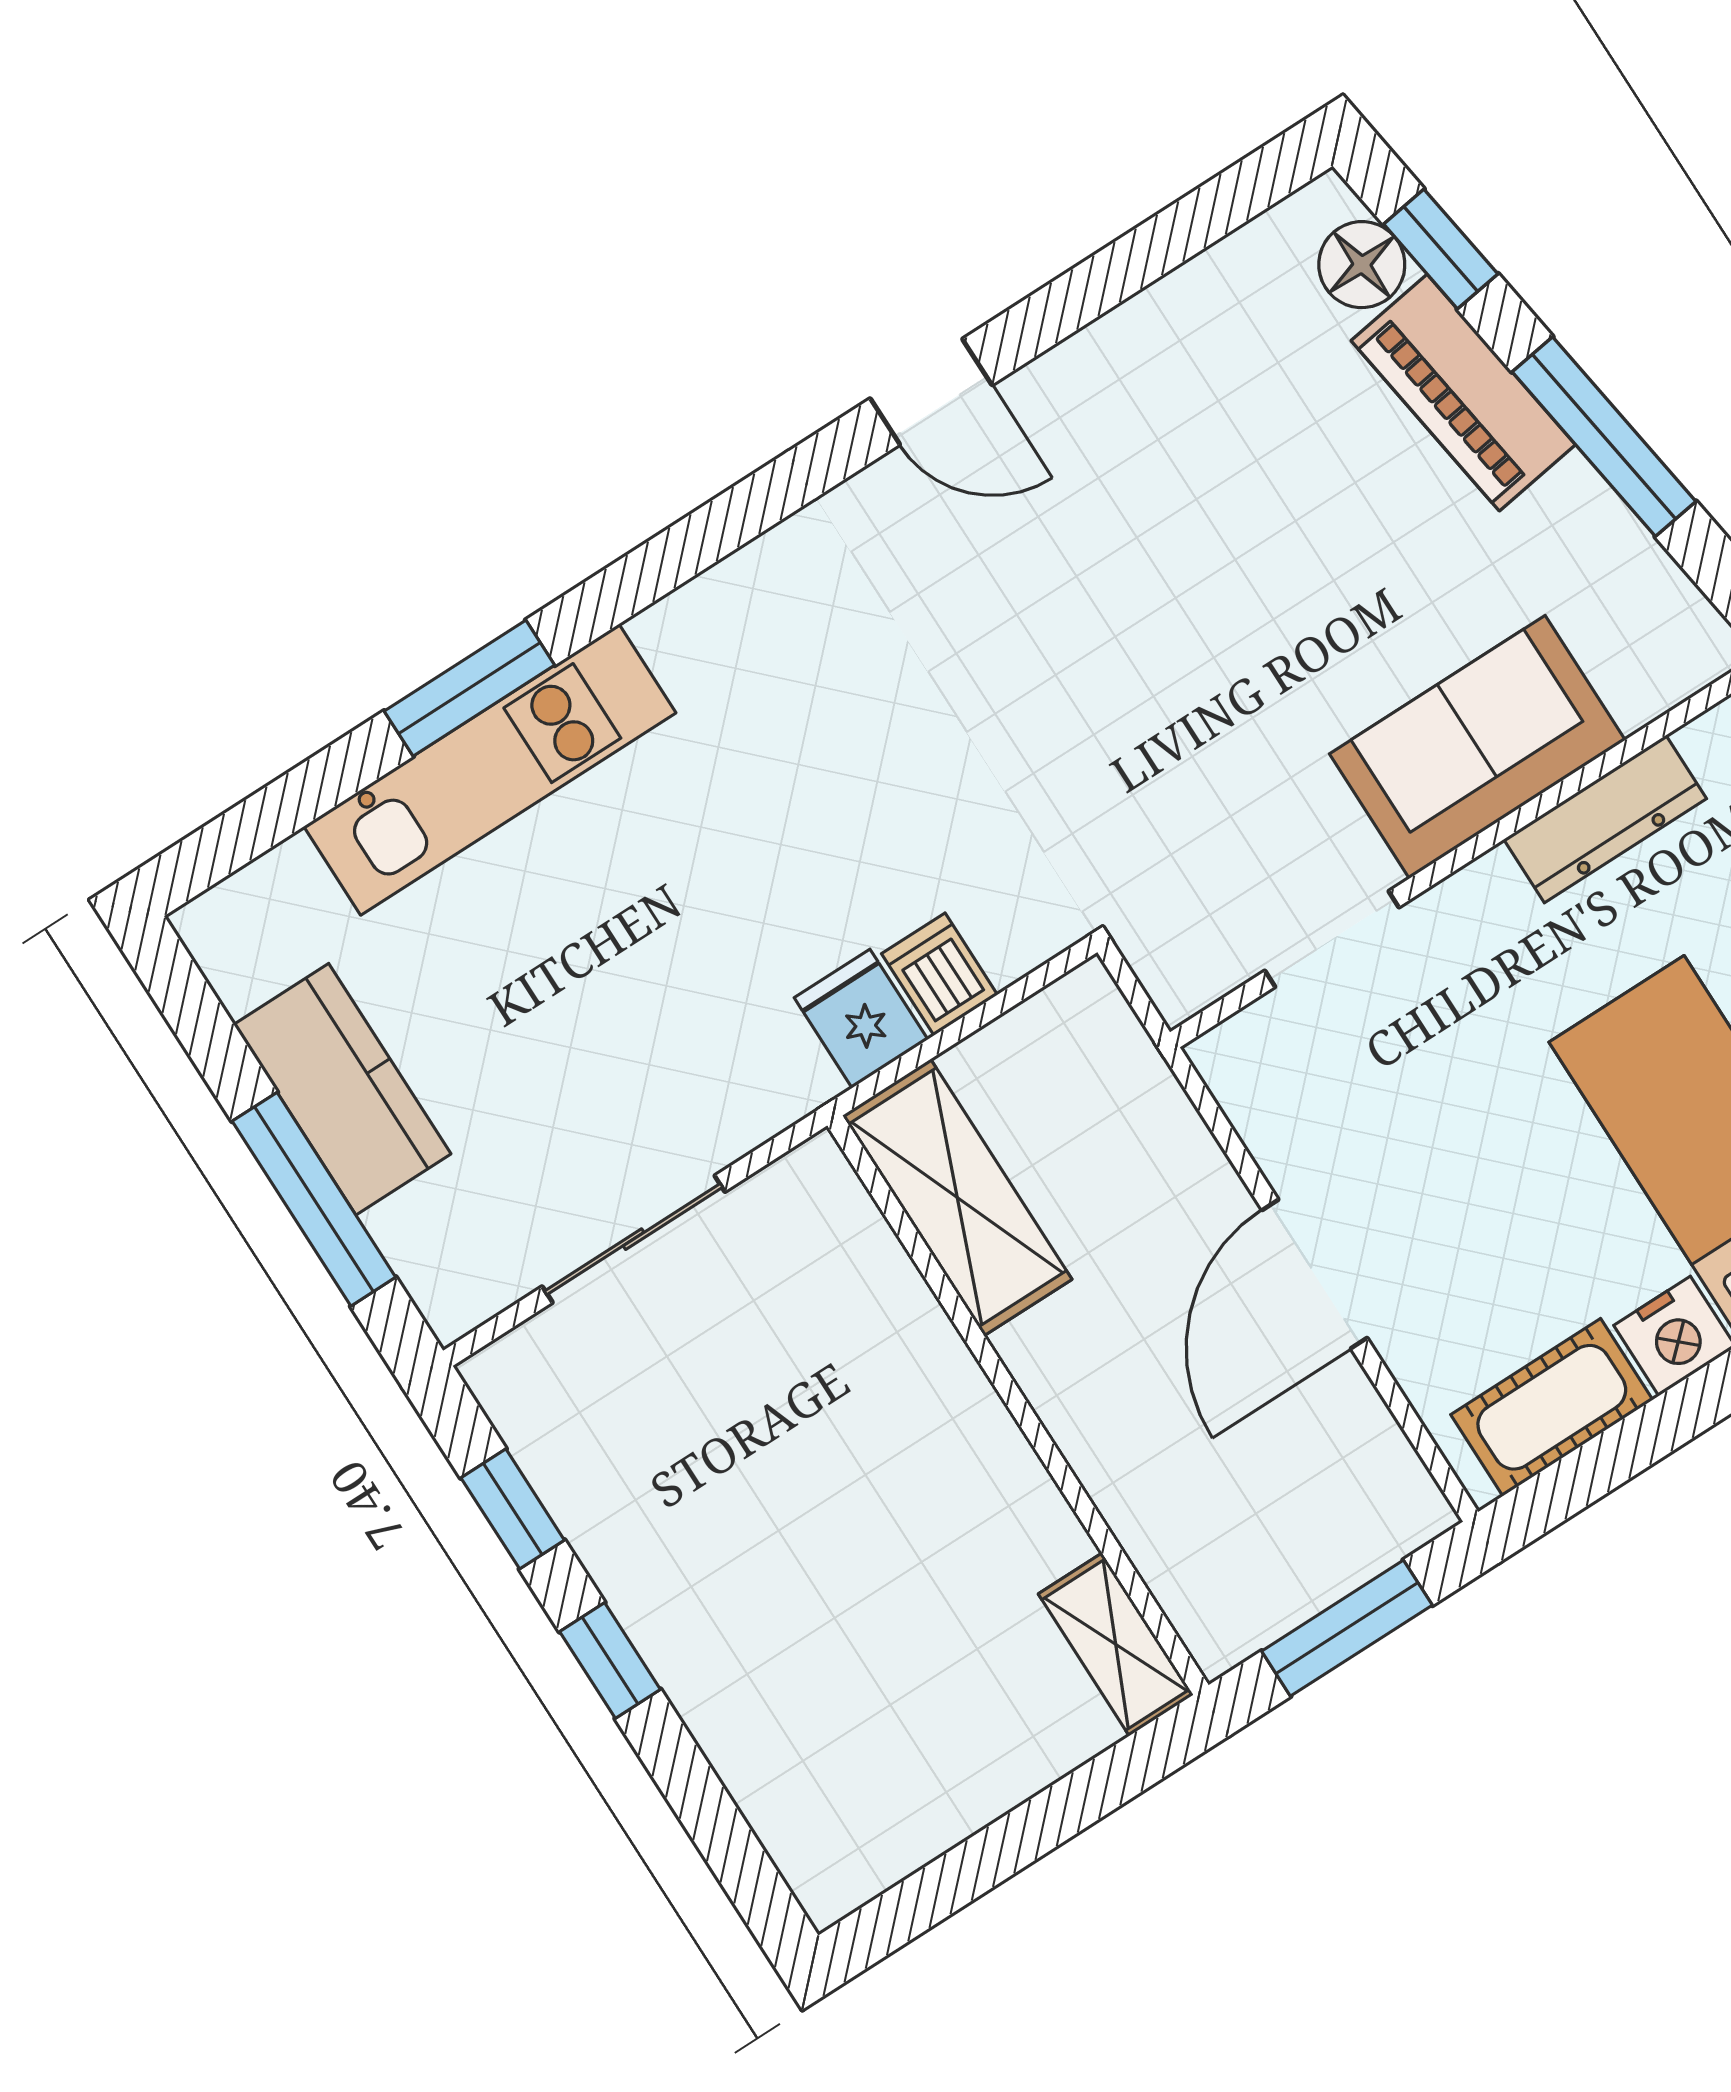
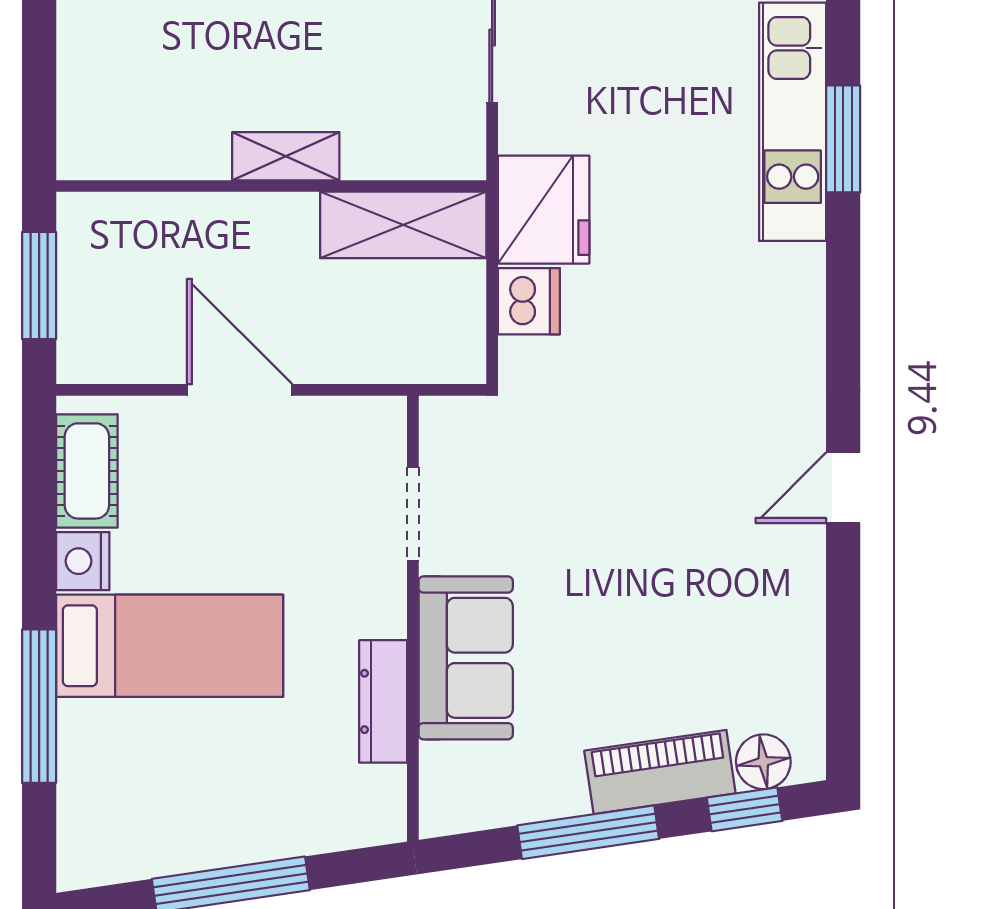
dishwasher: (940, 974) -> (529, 301), width x1.38
fridge: (861, 1019) -> (544, 210), width x1.88, depth x1.34
shelving: (1116, 1644) -> (286, 156), moved

